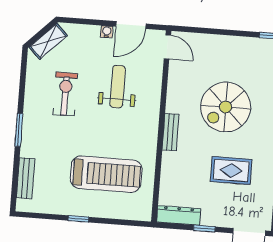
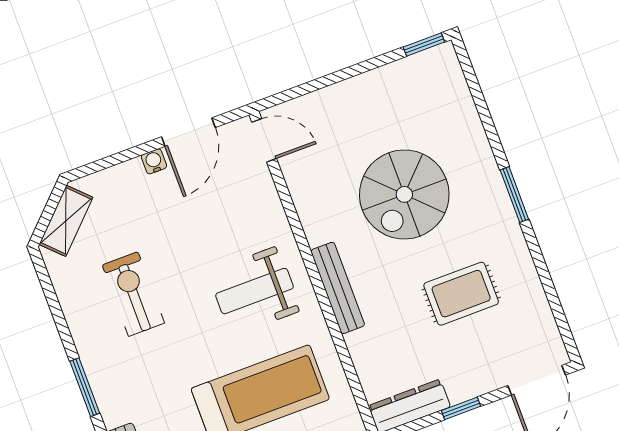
weight bench: (118, 87) -> (255, 291), moved, turned -90
bench: (171, 132) -> (338, 288), width x1.36

